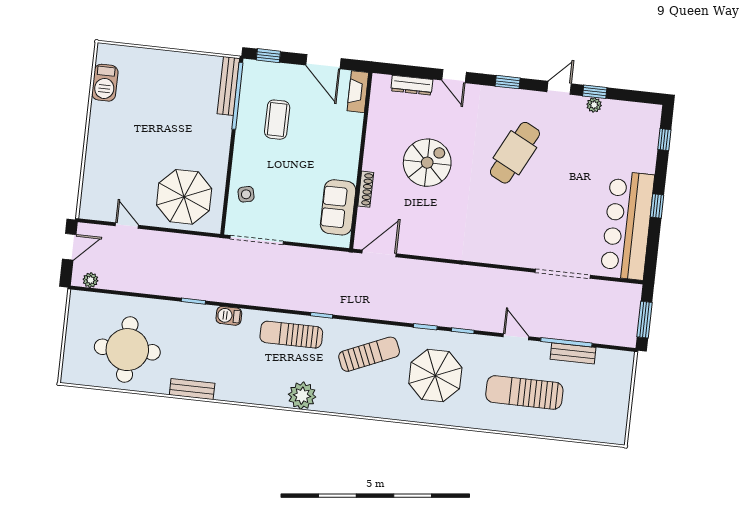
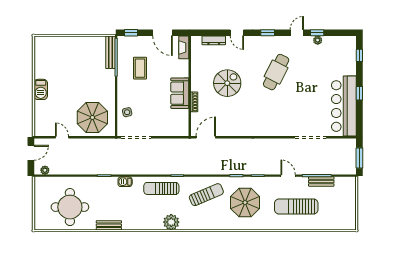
barbecue: (105, 83) -> (41, 89), moved
sofa: (338, 207) -> (180, 93), moved

